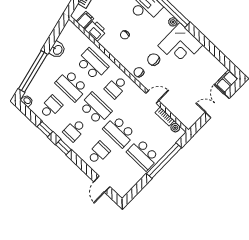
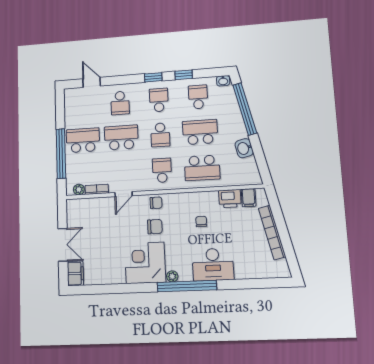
school desk: (51, 107) -> (198, 97), turned 180
school desk: (95, 109) -> (160, 135), width x0.54

